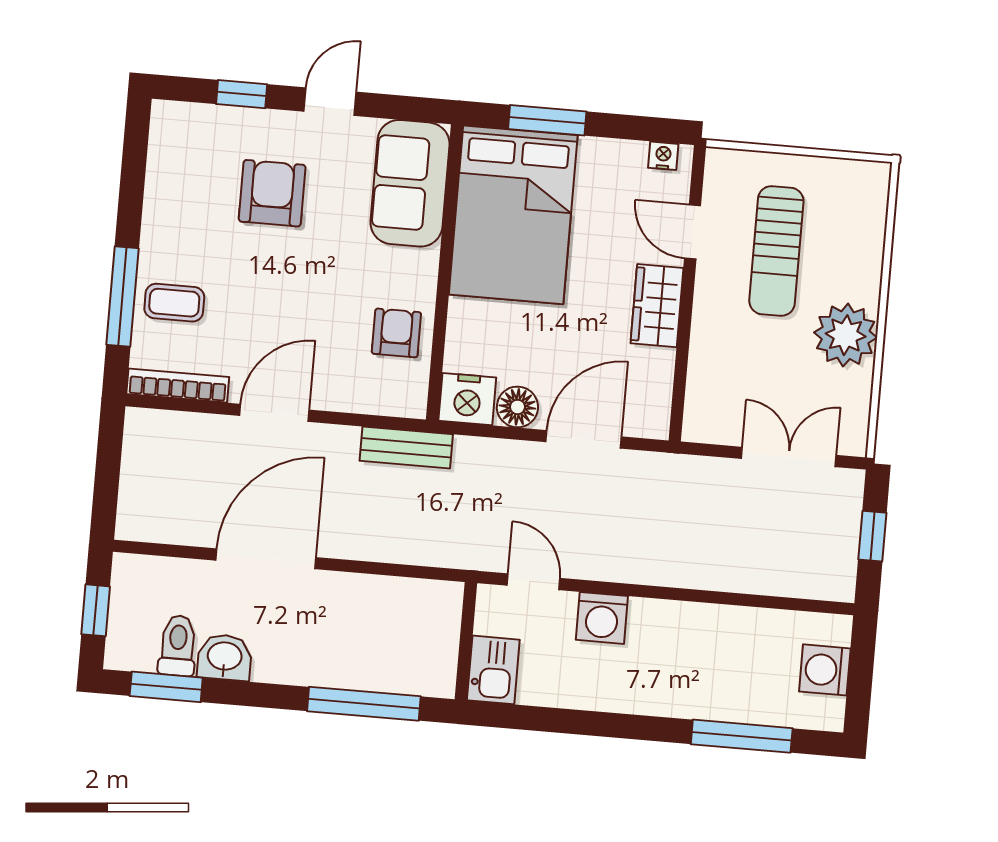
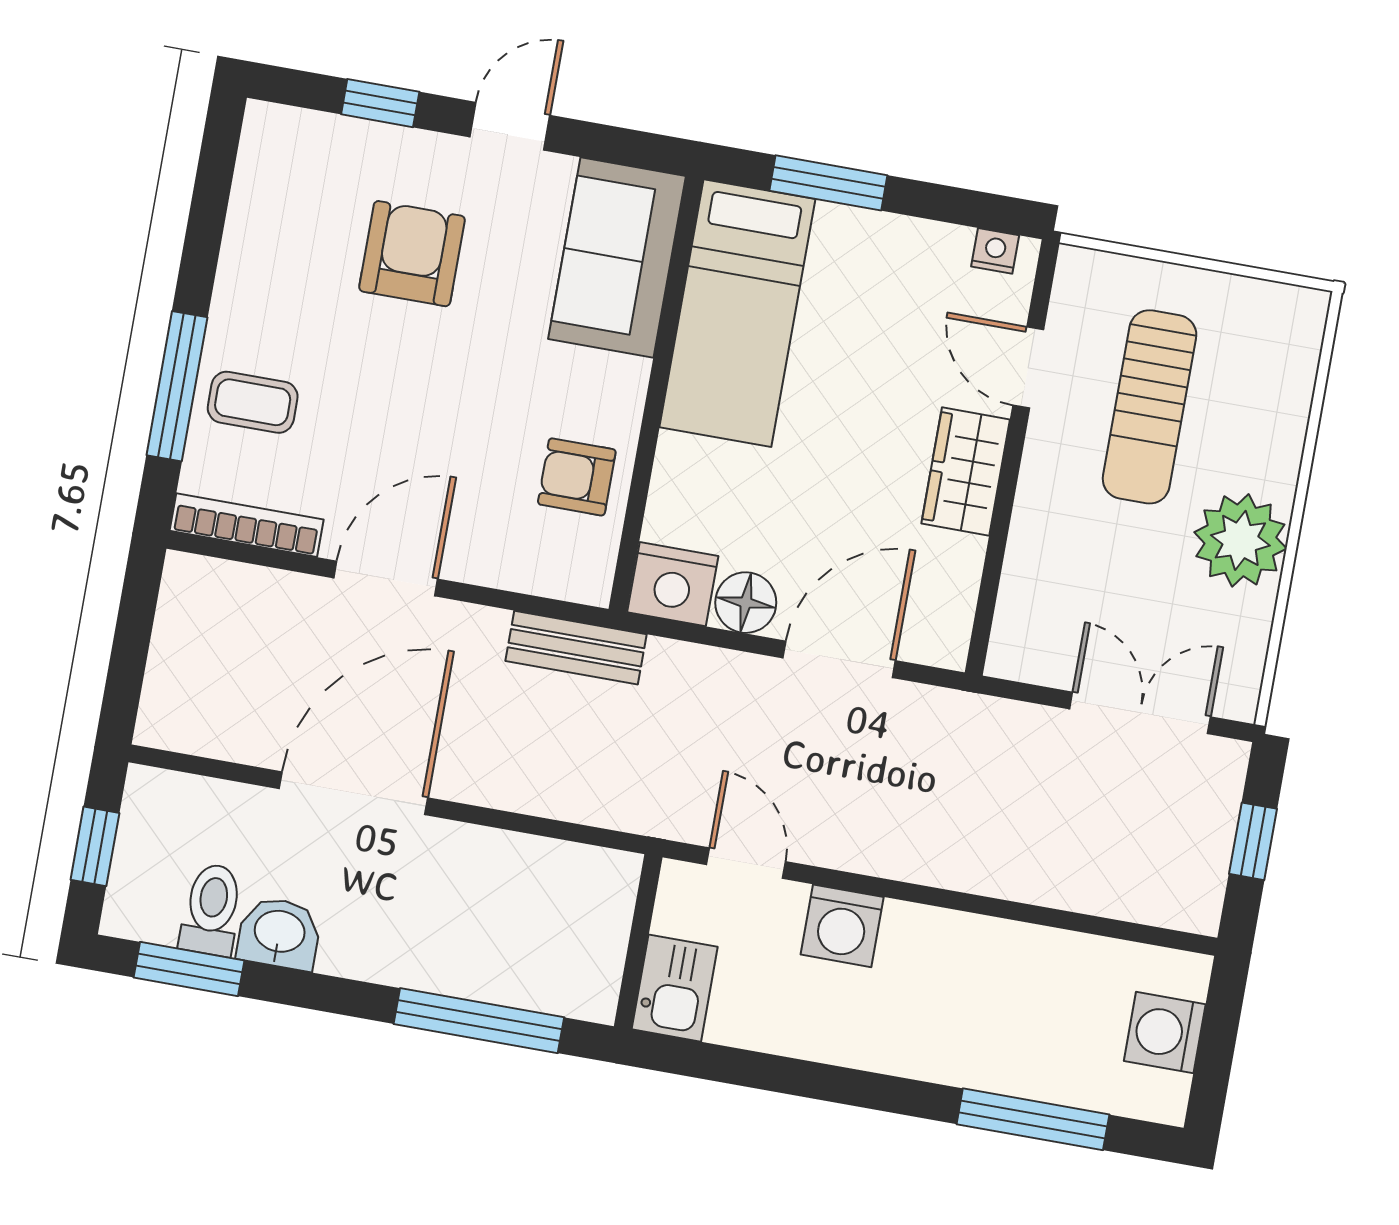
bed: (513, 215) -> (737, 313), width x0.67
armchair: (396, 333) -> (577, 477), turned -90

